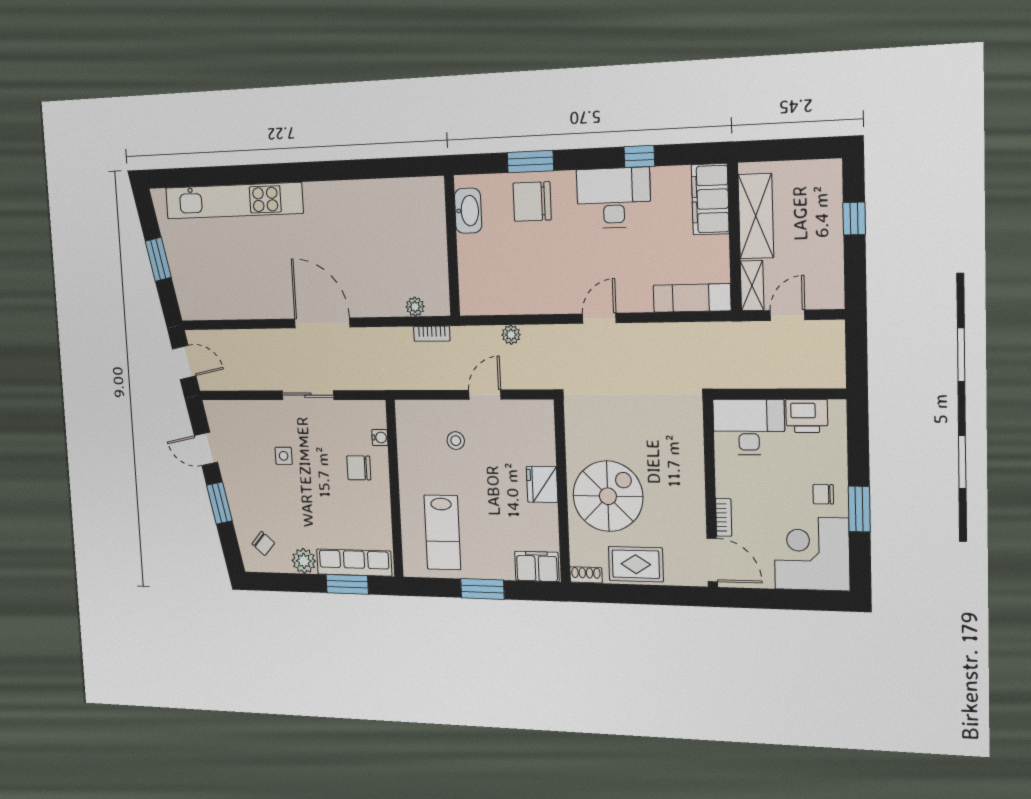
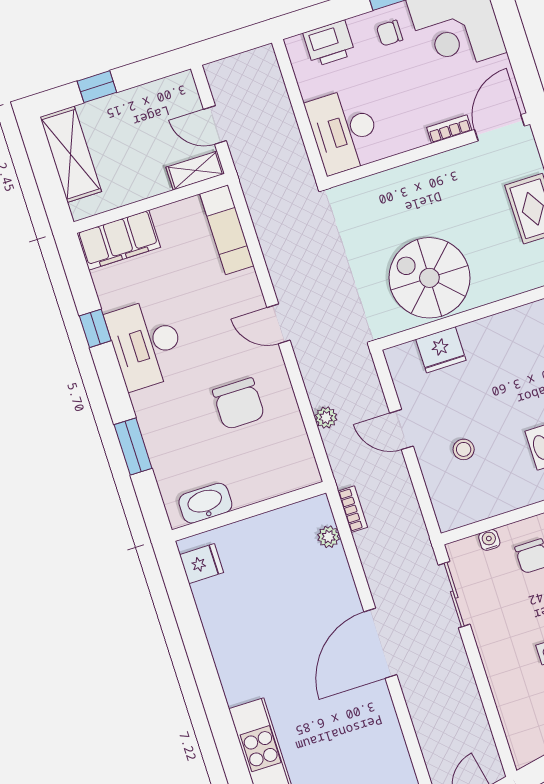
fridge: (420, 193) -> (202, 564), added
chair: (532, 201) -> (239, 404), moved
shelving: (756, 216) -> (71, 154), moved, turned 90
sliding door: (308, 395) -> (454, 595), moved
printer: (807, 416) -> (329, 44), moved, turned 90
fridge: (542, 484) -> (441, 350), moved
chair: (823, 494) -> (390, 33), turned 90
spiral stairs: (608, 496) -> (429, 278), moved

